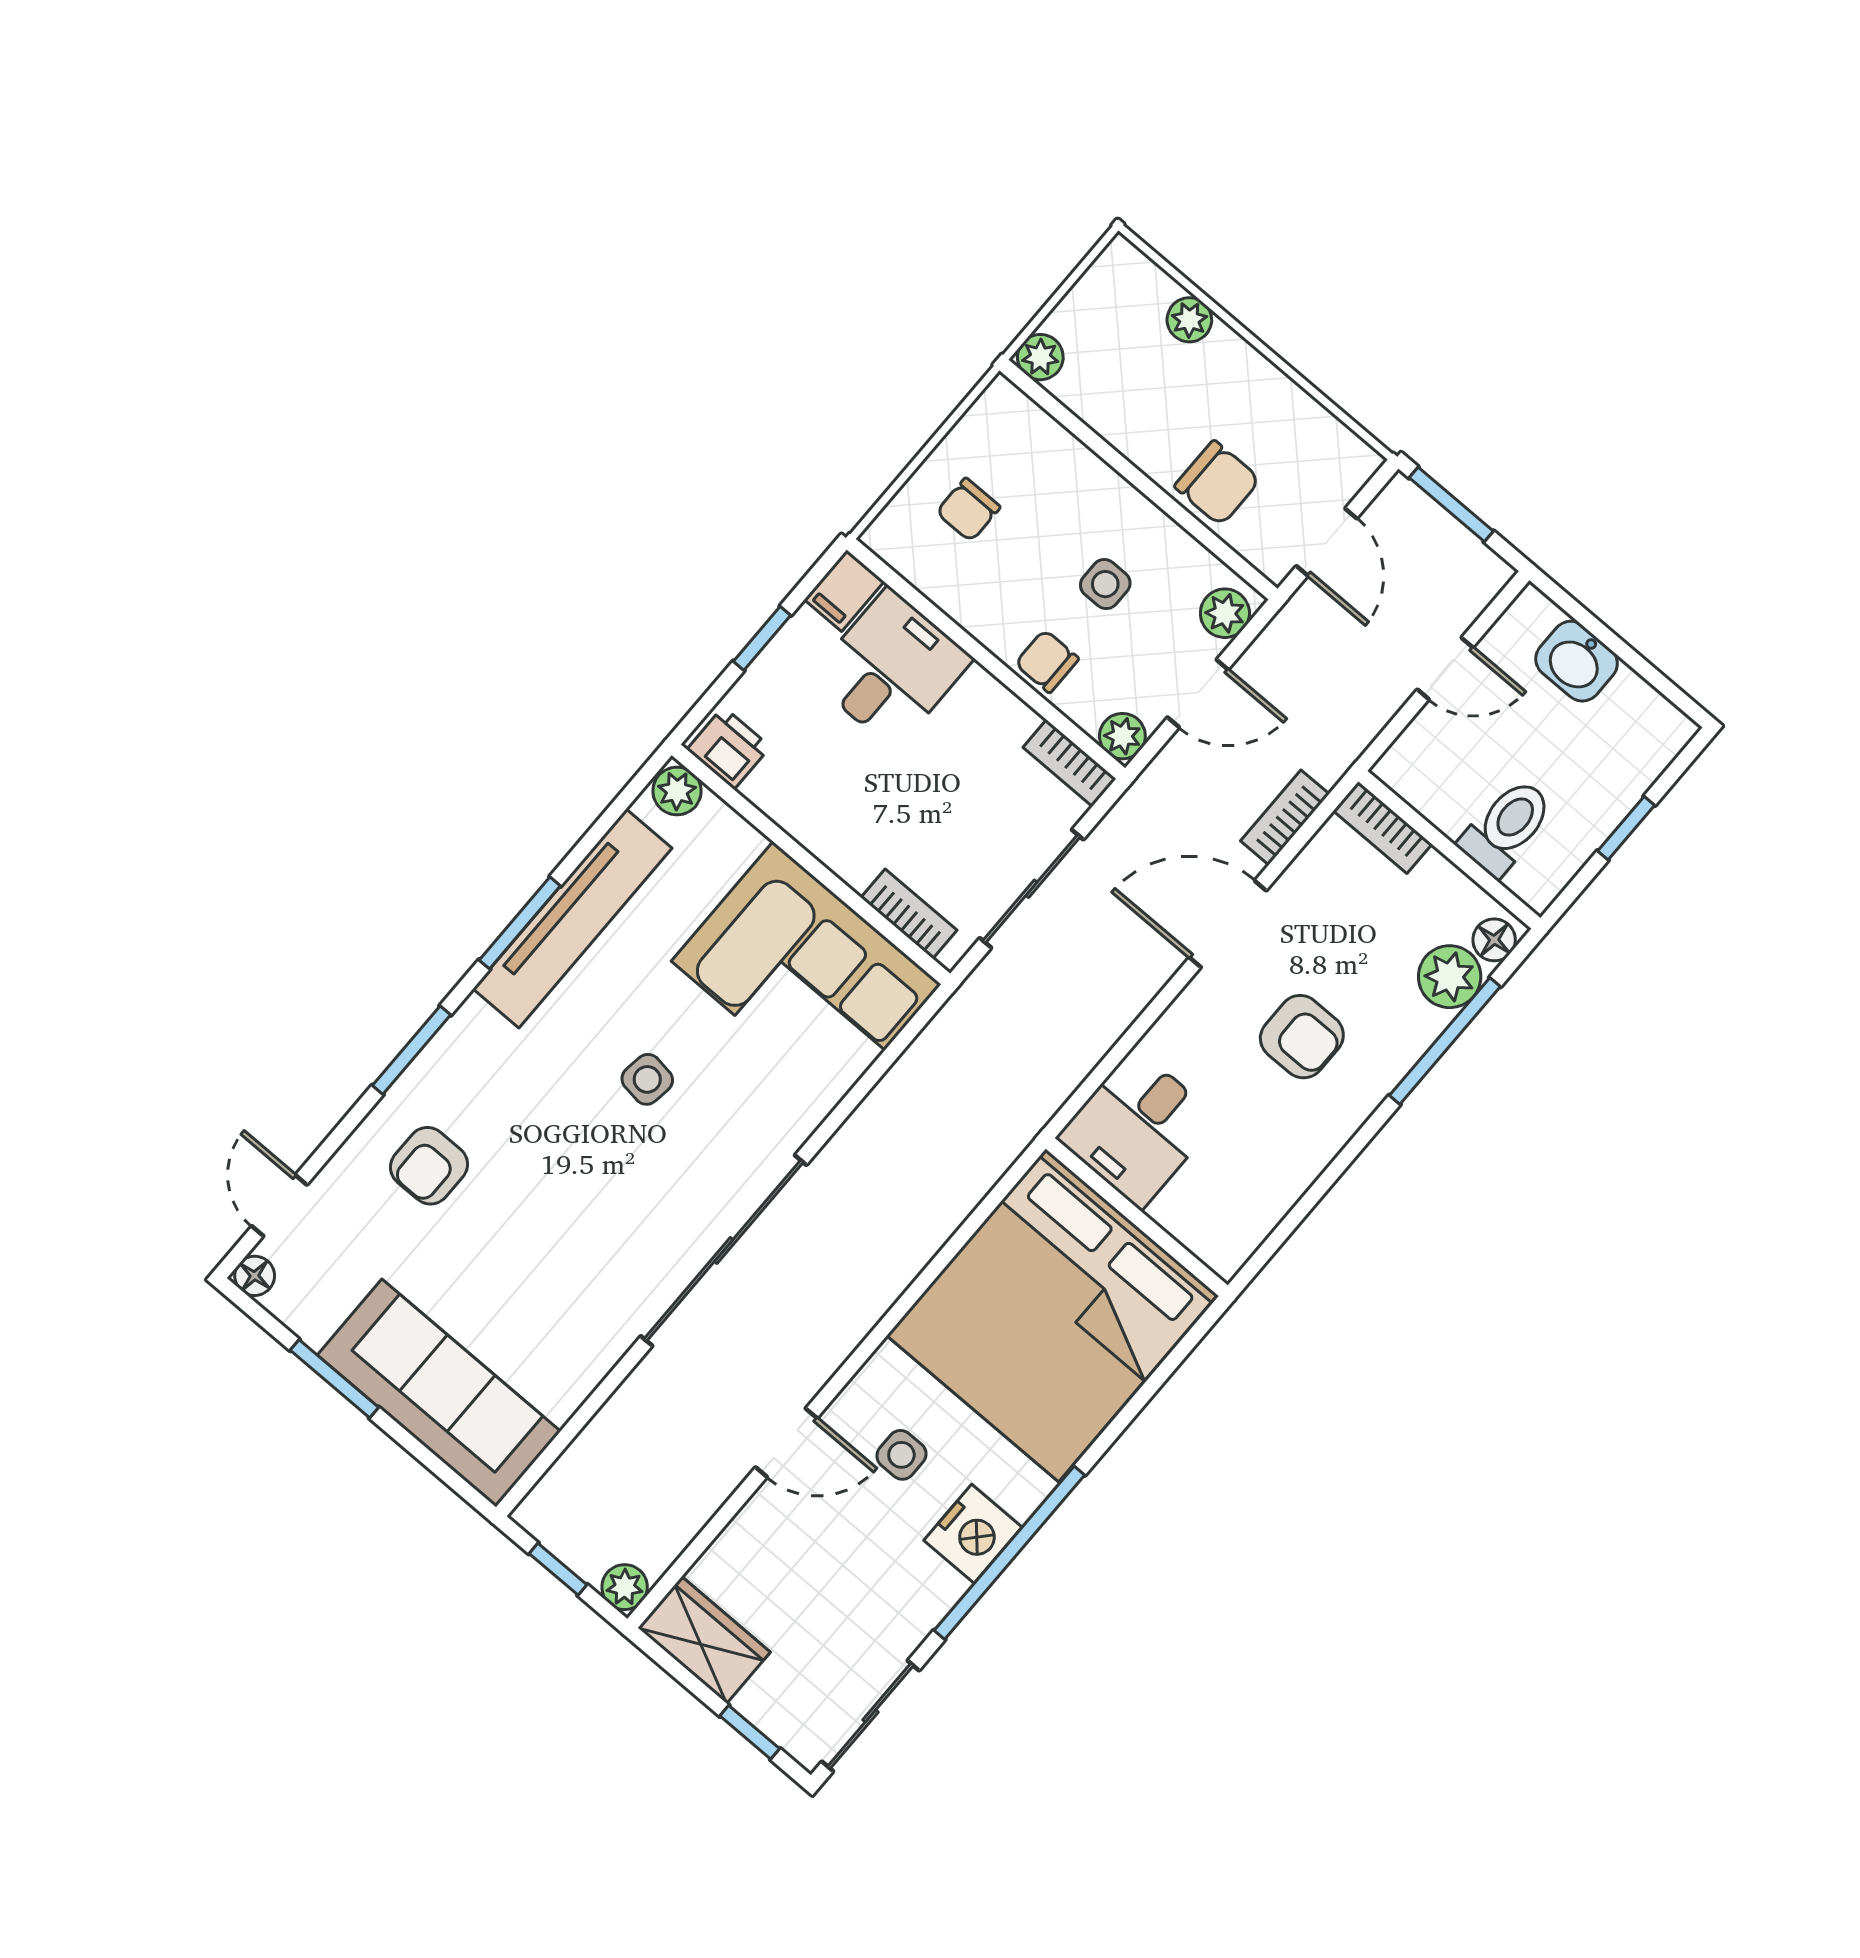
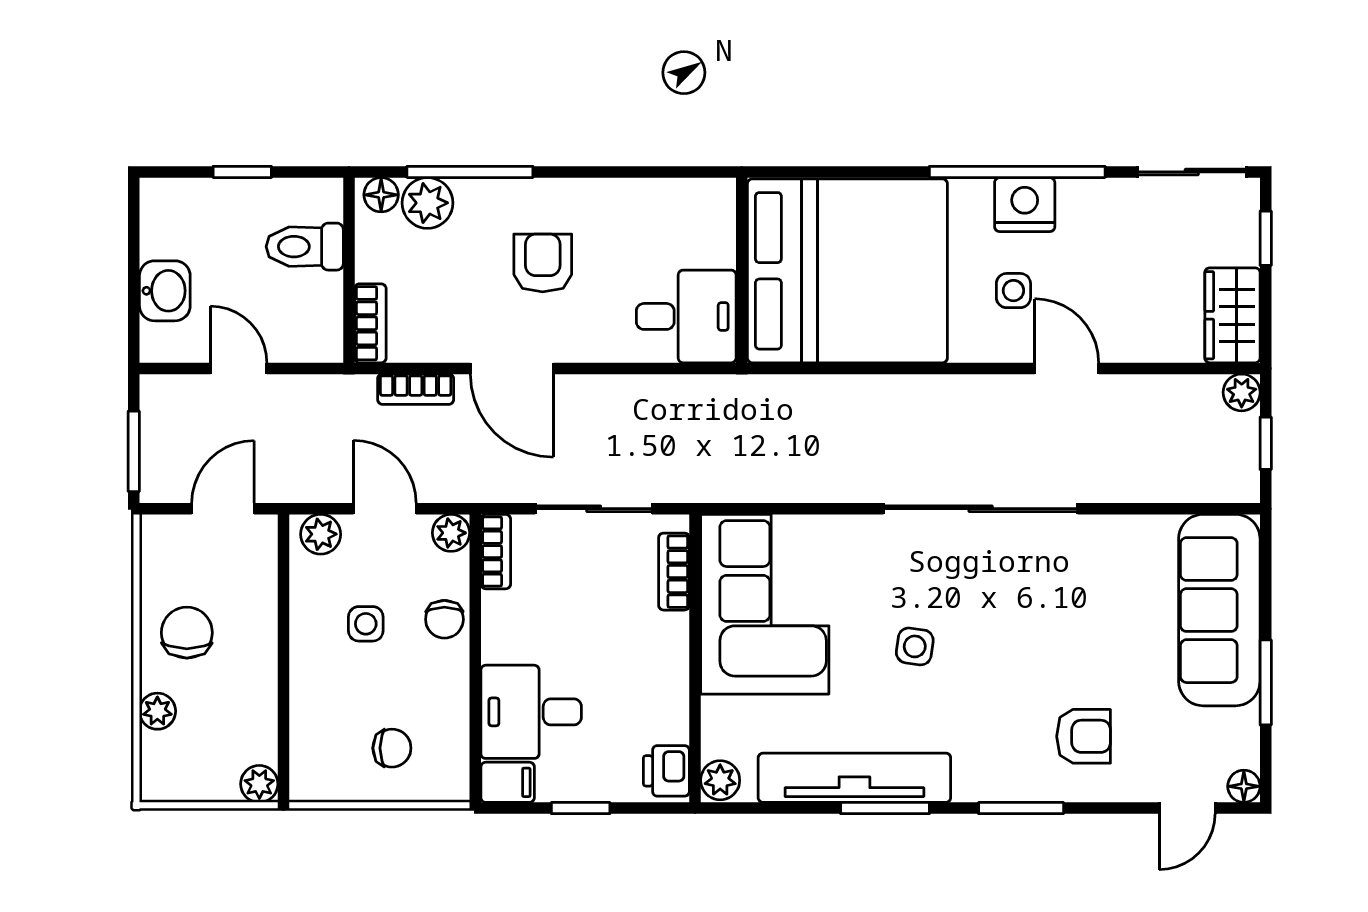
chair: (1217, 483) -> (187, 633), moved

